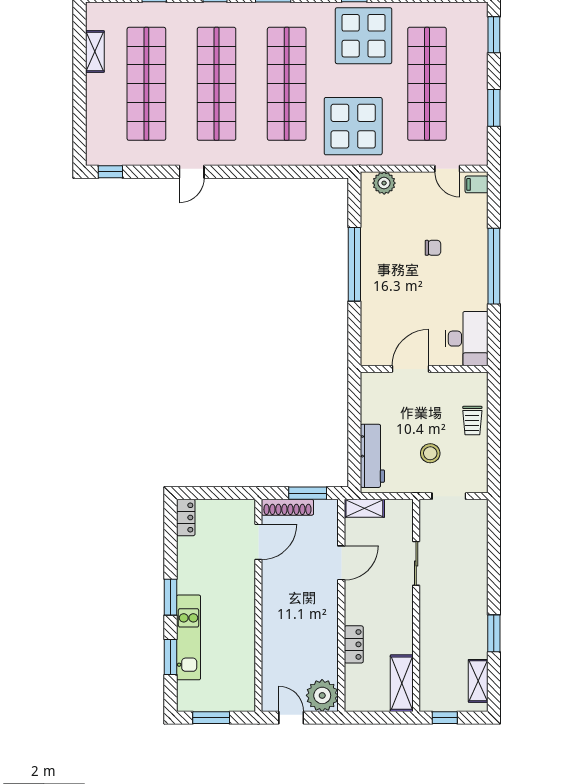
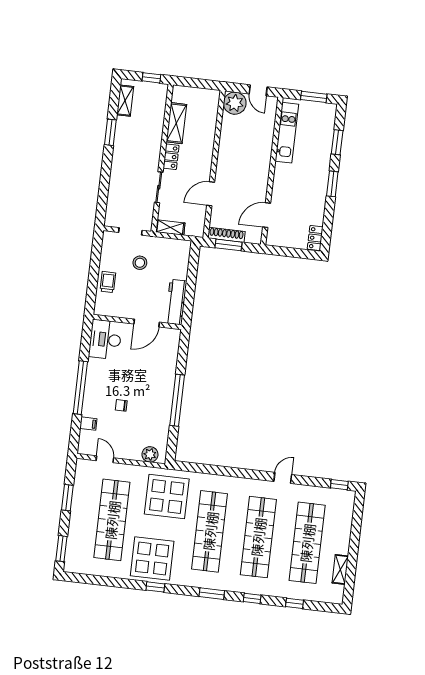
filing cabinet: (476, 184) -> (88, 424), moved
workbench: (372, 456) -> (176, 302), moved
shoe rack: (287, 507) -> (226, 235), moved
shelving: (364, 508) -> (170, 228), moved
kitchen unit: (189, 637) -> (287, 133), moved, turned 180
locker: (354, 644) -> (171, 157), moved, turned 180
shelving: (402, 683) -> (176, 123), moved

